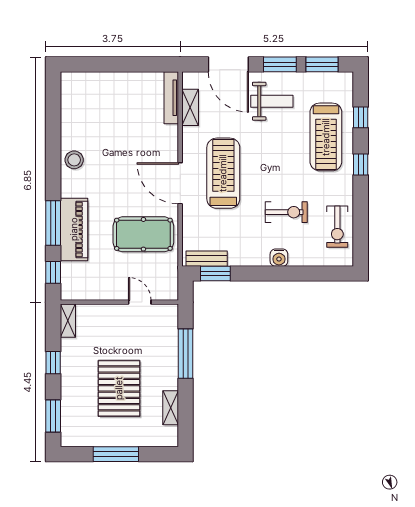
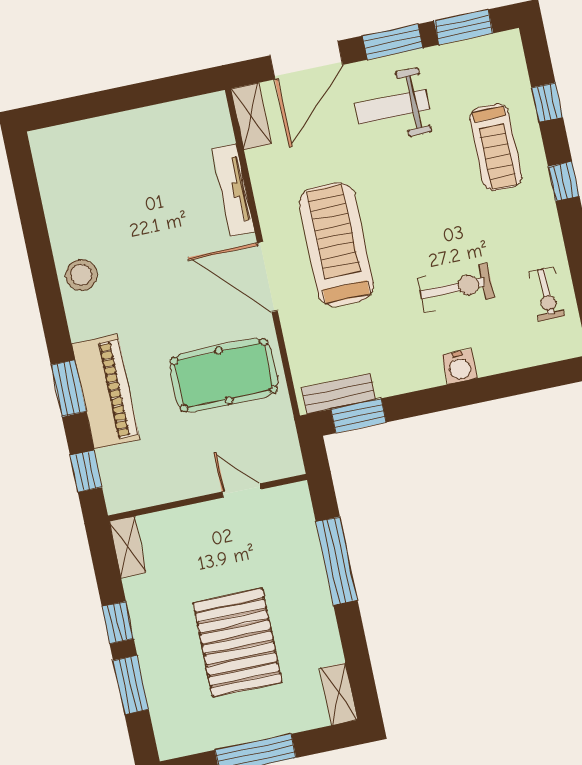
door: (228, 64) -> (306, 60), hinge flipped
tv unit: (171, 98) -> (234, 190), moved
weight bench: (272, 101) -> (392, 107), turned 180
shelving: (190, 107) -> (251, 116), moved
treadmill: (326, 137) -> (496, 147), width x0.73, depth x0.73
window: (53, 223) -> (68, 388), width x0.69
exercise bike: (337, 227) -> (547, 294), width x0.73, depth x0.72
shelving: (171, 408) -> (339, 694), moved
window: (53, 416) -> (131, 685), moved

